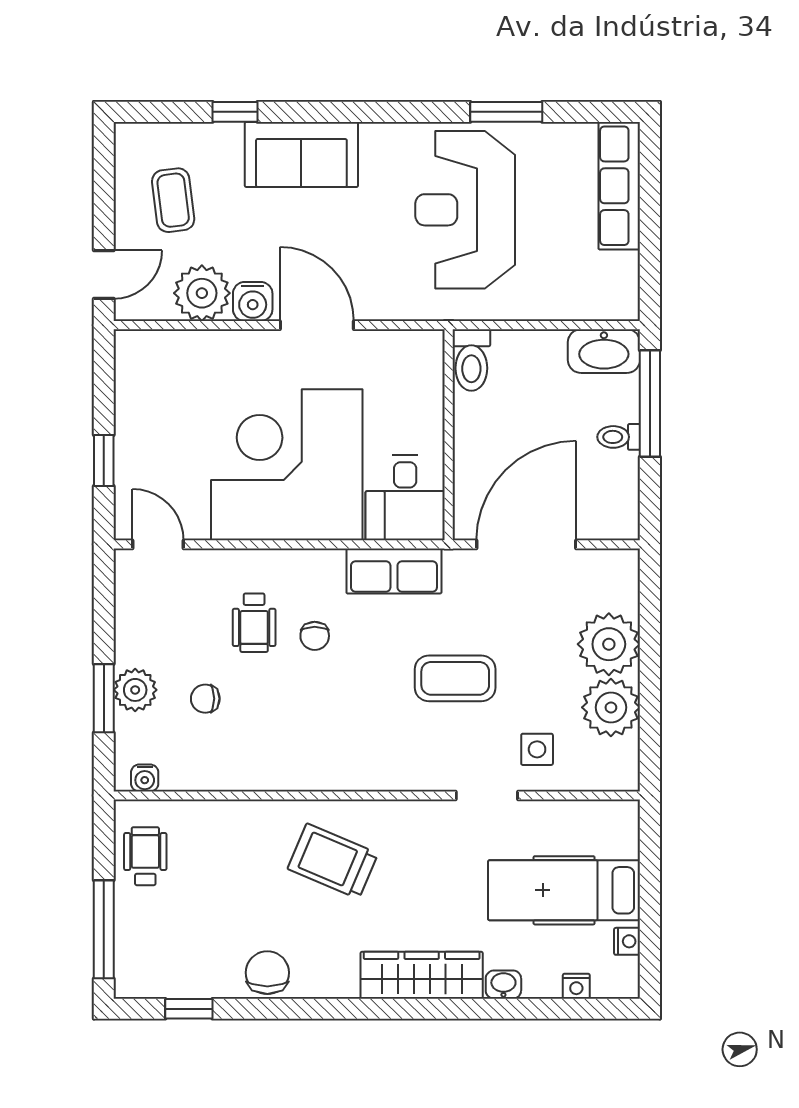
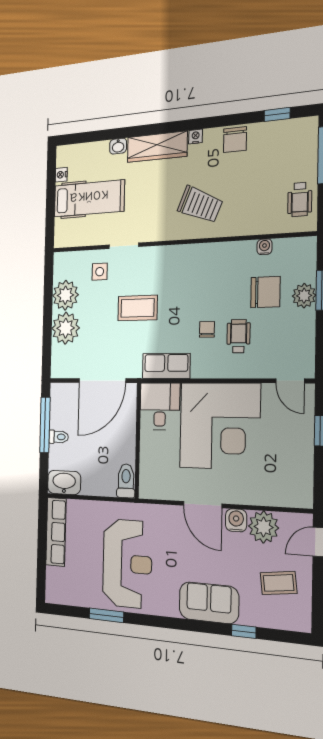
row of seats: (619, 186) -> (56, 532), moved
coffee table: (173, 200) -> (279, 583), turned 90
window: (650, 404) -> (45, 425), moved
chair: (205, 699) -> (265, 292), width x1.87, depth x1.87
water cooler: (145, 778) -> (264, 247), moved
nightstand: (576, 986) -> (196, 136), moved

